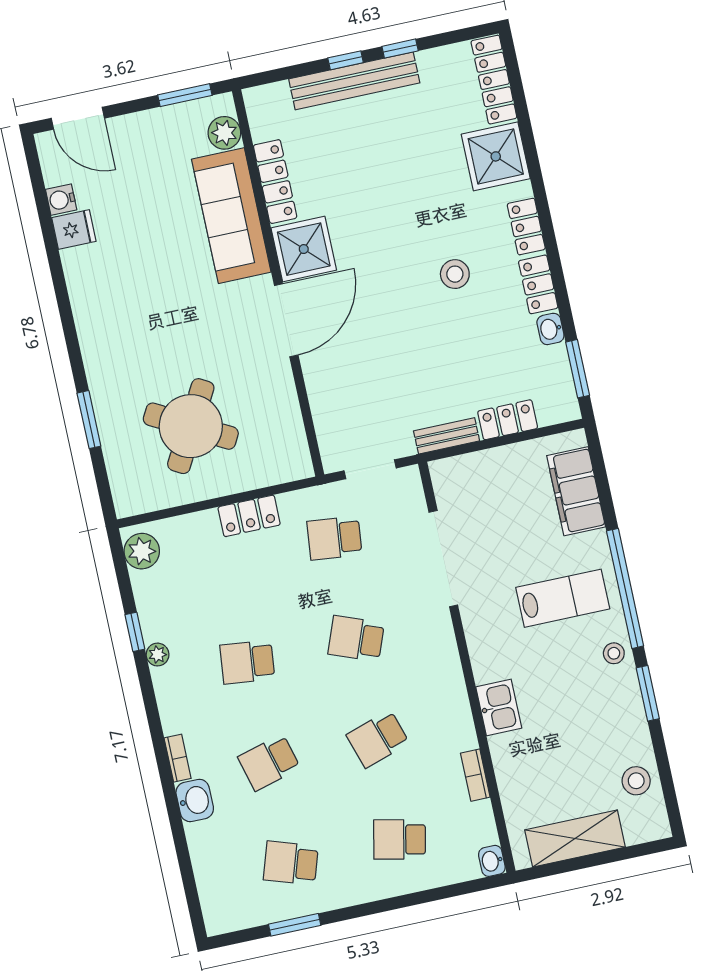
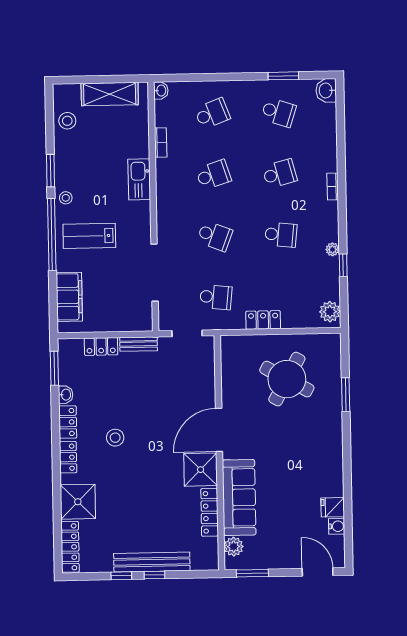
kitchen sink: (499, 707) -> (139, 179), width x1.38
washbasin: (195, 800) -> (326, 90), moved
school desk: (400, 839) -> (212, 114), turned -33

